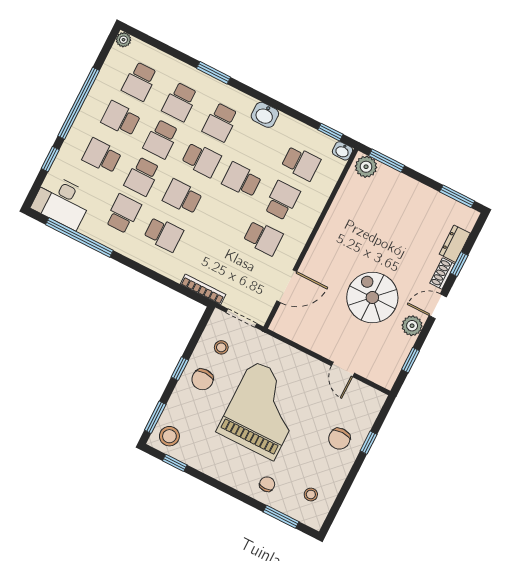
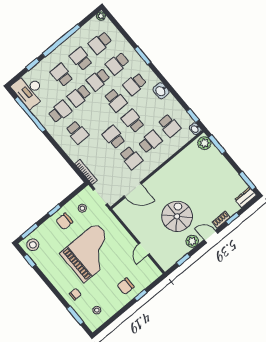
school desk: (182, 197) -> (114, 137), moved
dresser: (455, 244) -> (246, 197), moved

